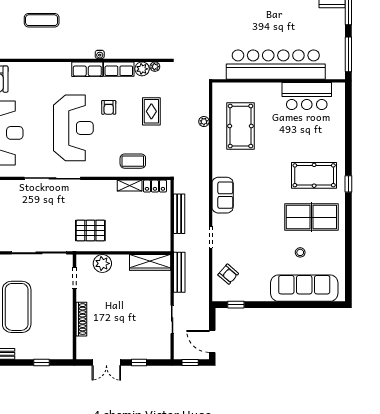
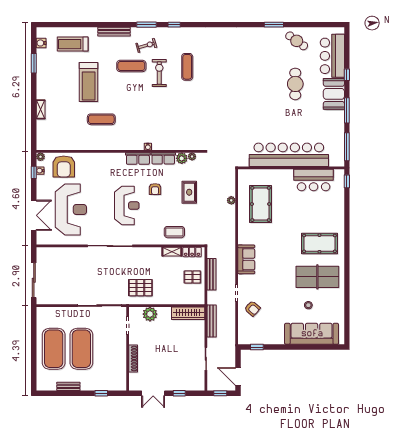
reception desk: (73, 128) -> (127, 206), width x0.74, depth x0.77
window: (348, 184) -> (347, 181), moved
pallet: (155, 217) -> (192, 277), added
armchair: (228, 274) -> (252, 309), moved

